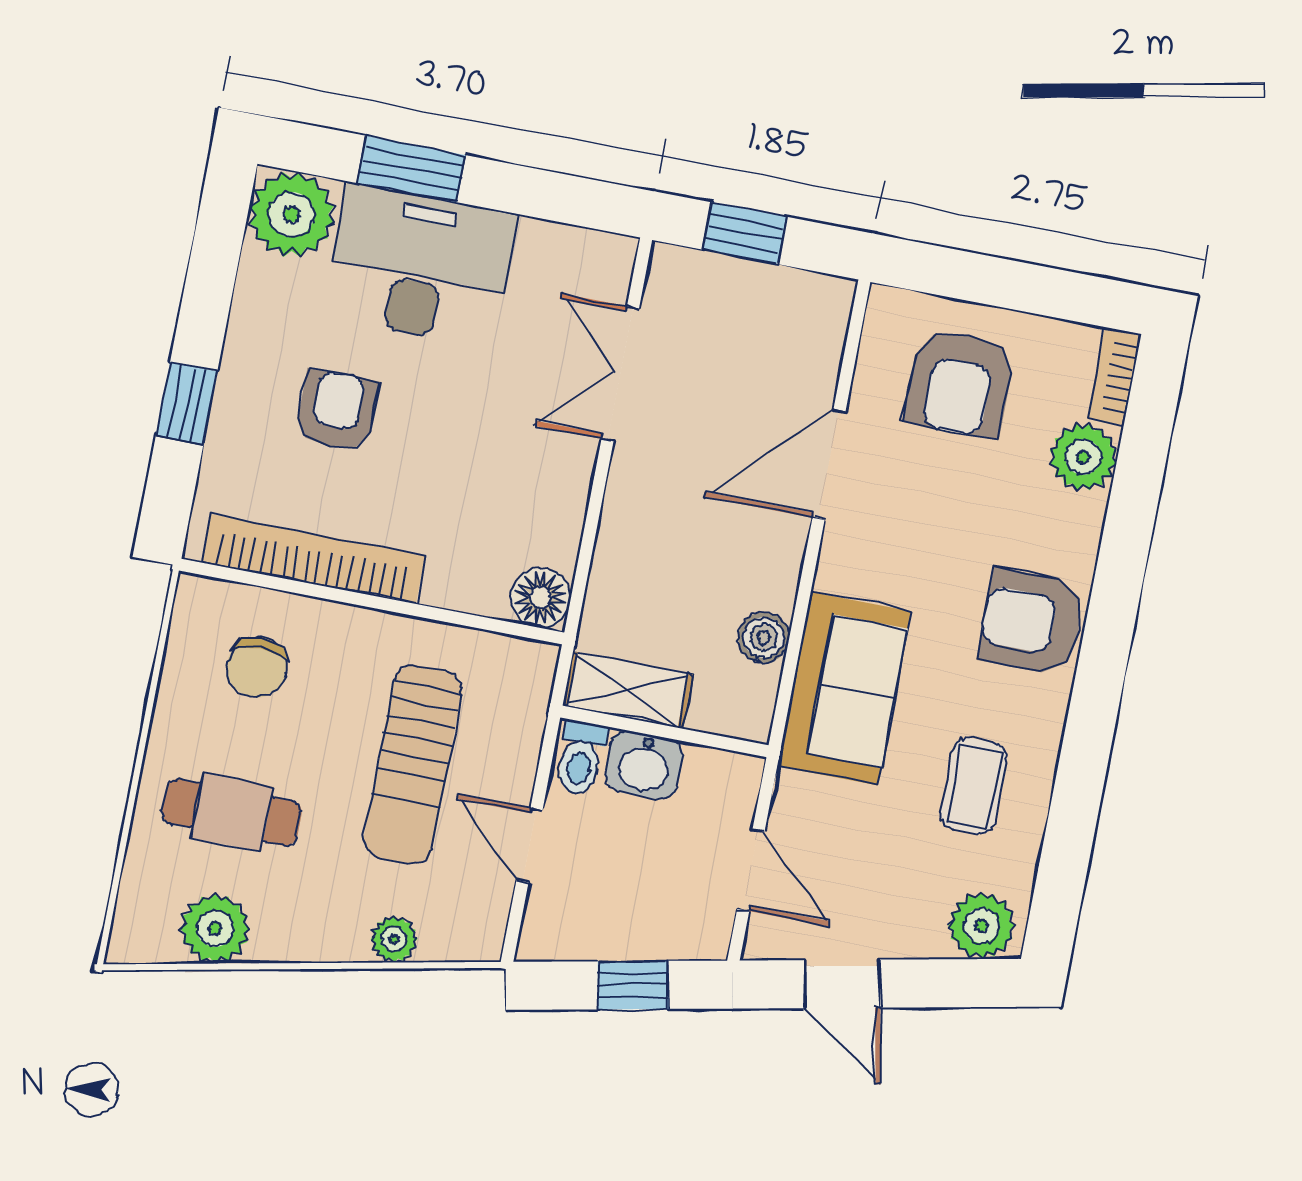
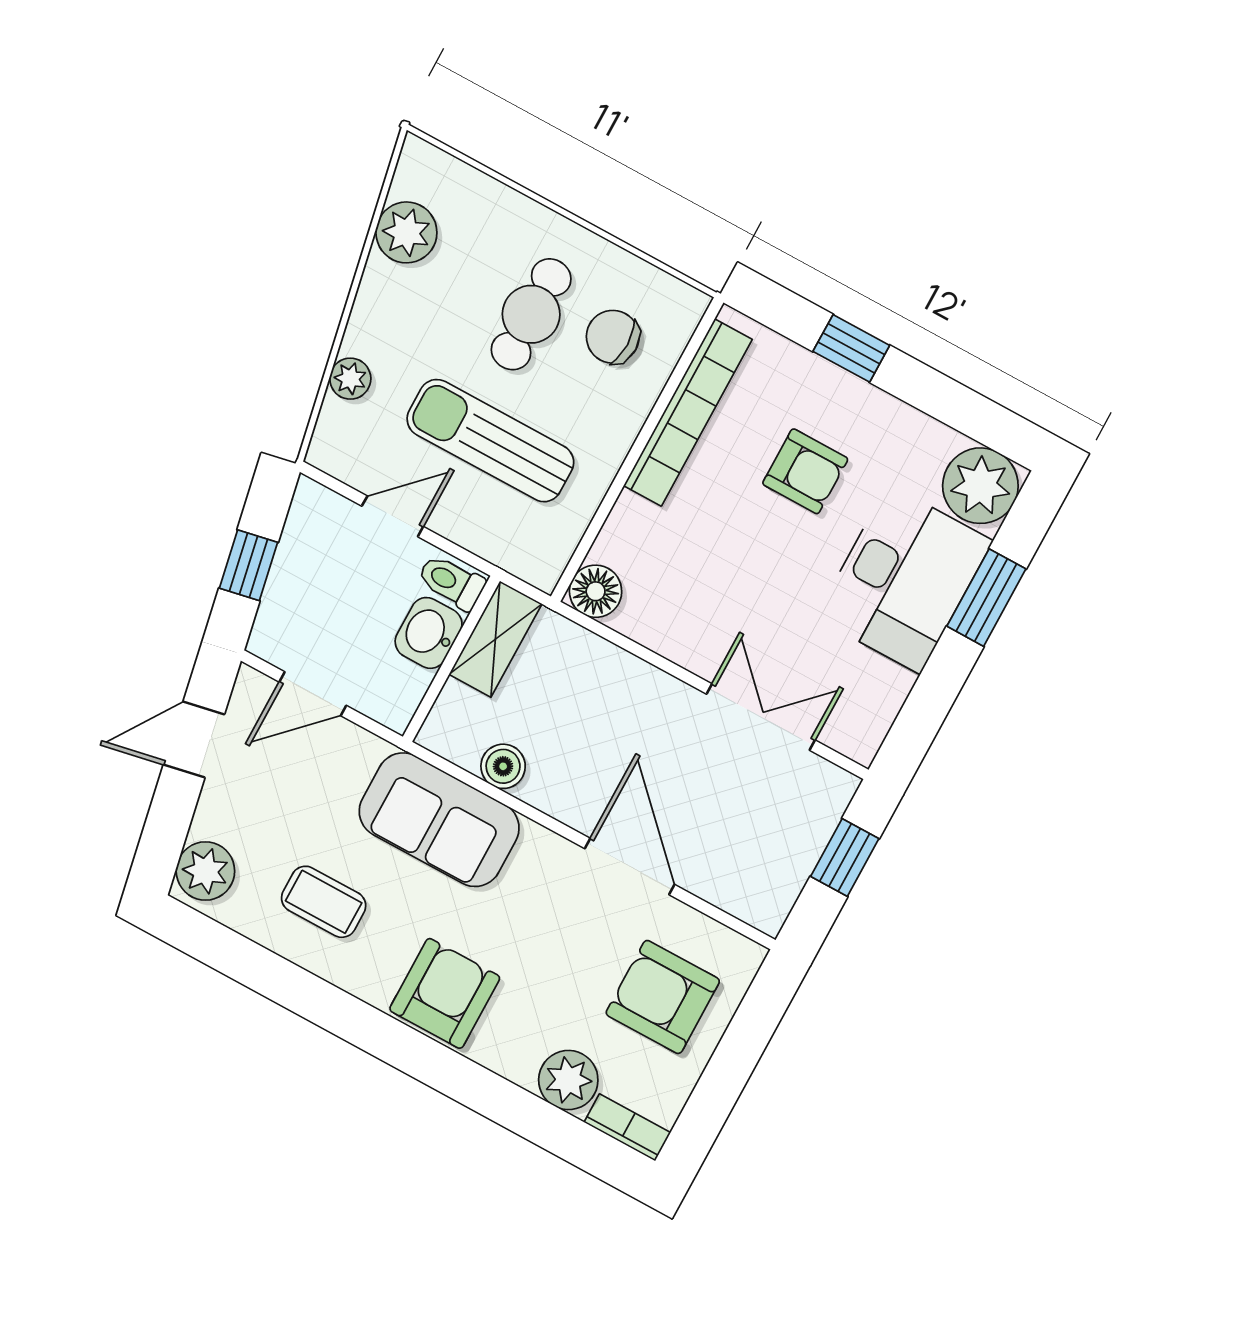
cafe table: (232, 812) -> (531, 314), moved

